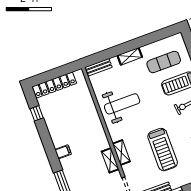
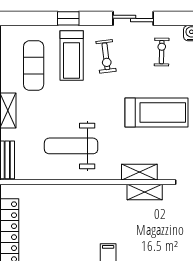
weight bench: (122, 104) -> (71, 146), turned -90

